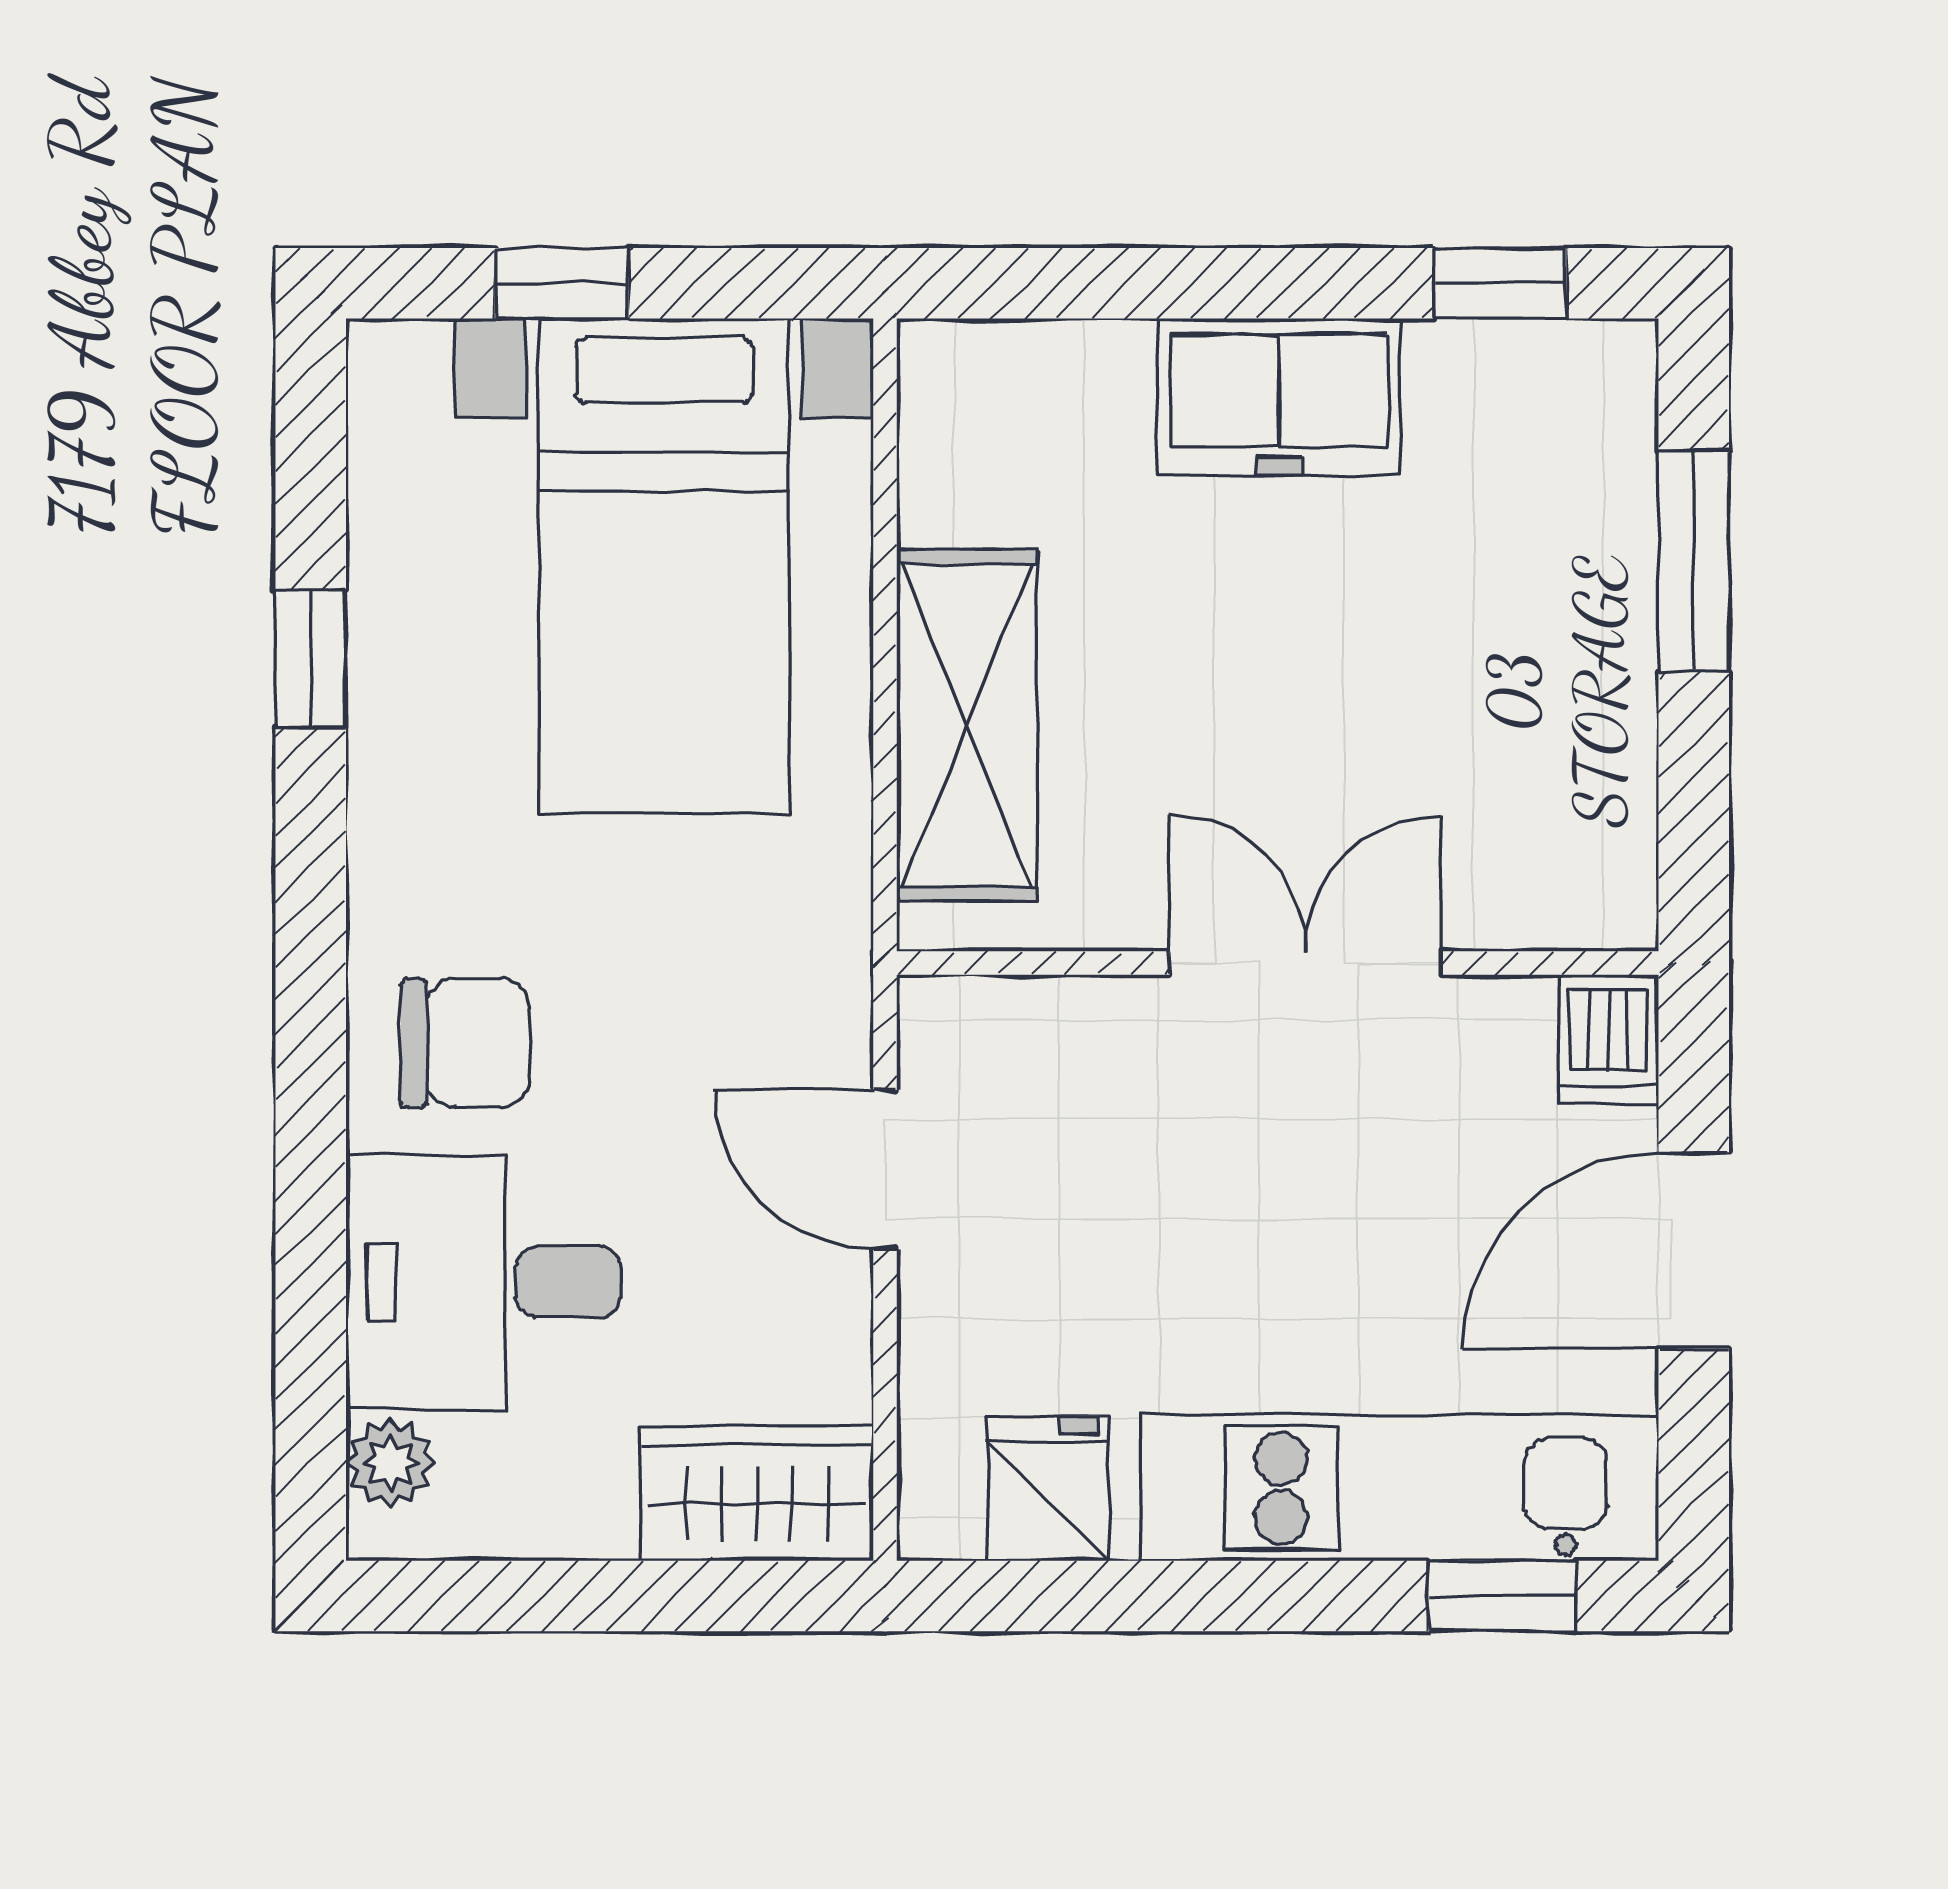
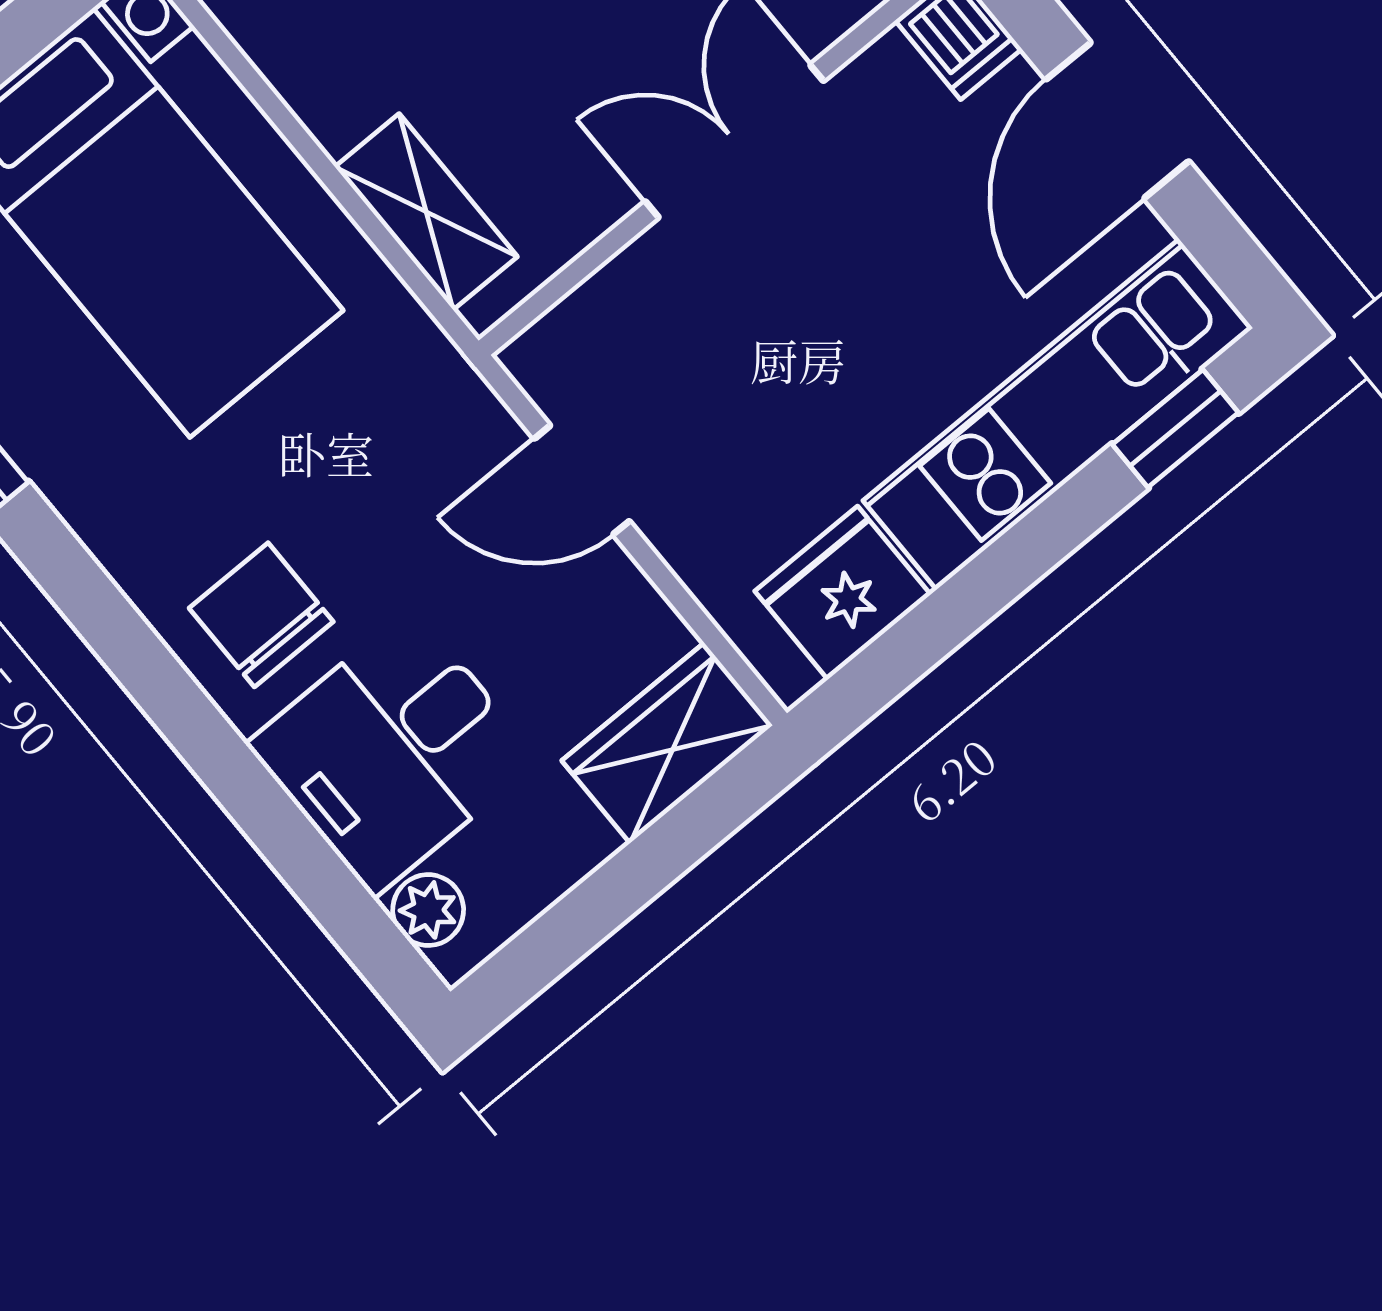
shelving: (967, 725) -> (426, 212), width x0.67, depth x0.75
chair: (466, 1043) -> (261, 615), turned -90
fridge: (1048, 1488) -> (843, 593), width x1.38

